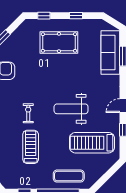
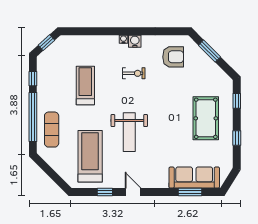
weight bench: (71, 109) -> (129, 132), turned 180
exercise bike: (28, 113) -> (134, 73), moved
treadmill: (31, 147) -> (85, 86), turned -90

